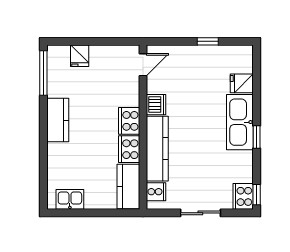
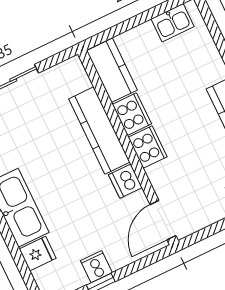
door: (143, 65) -> (163, 220), width x1.37
cooker: (156, 192) -> (96, 267), moved, turned 90

